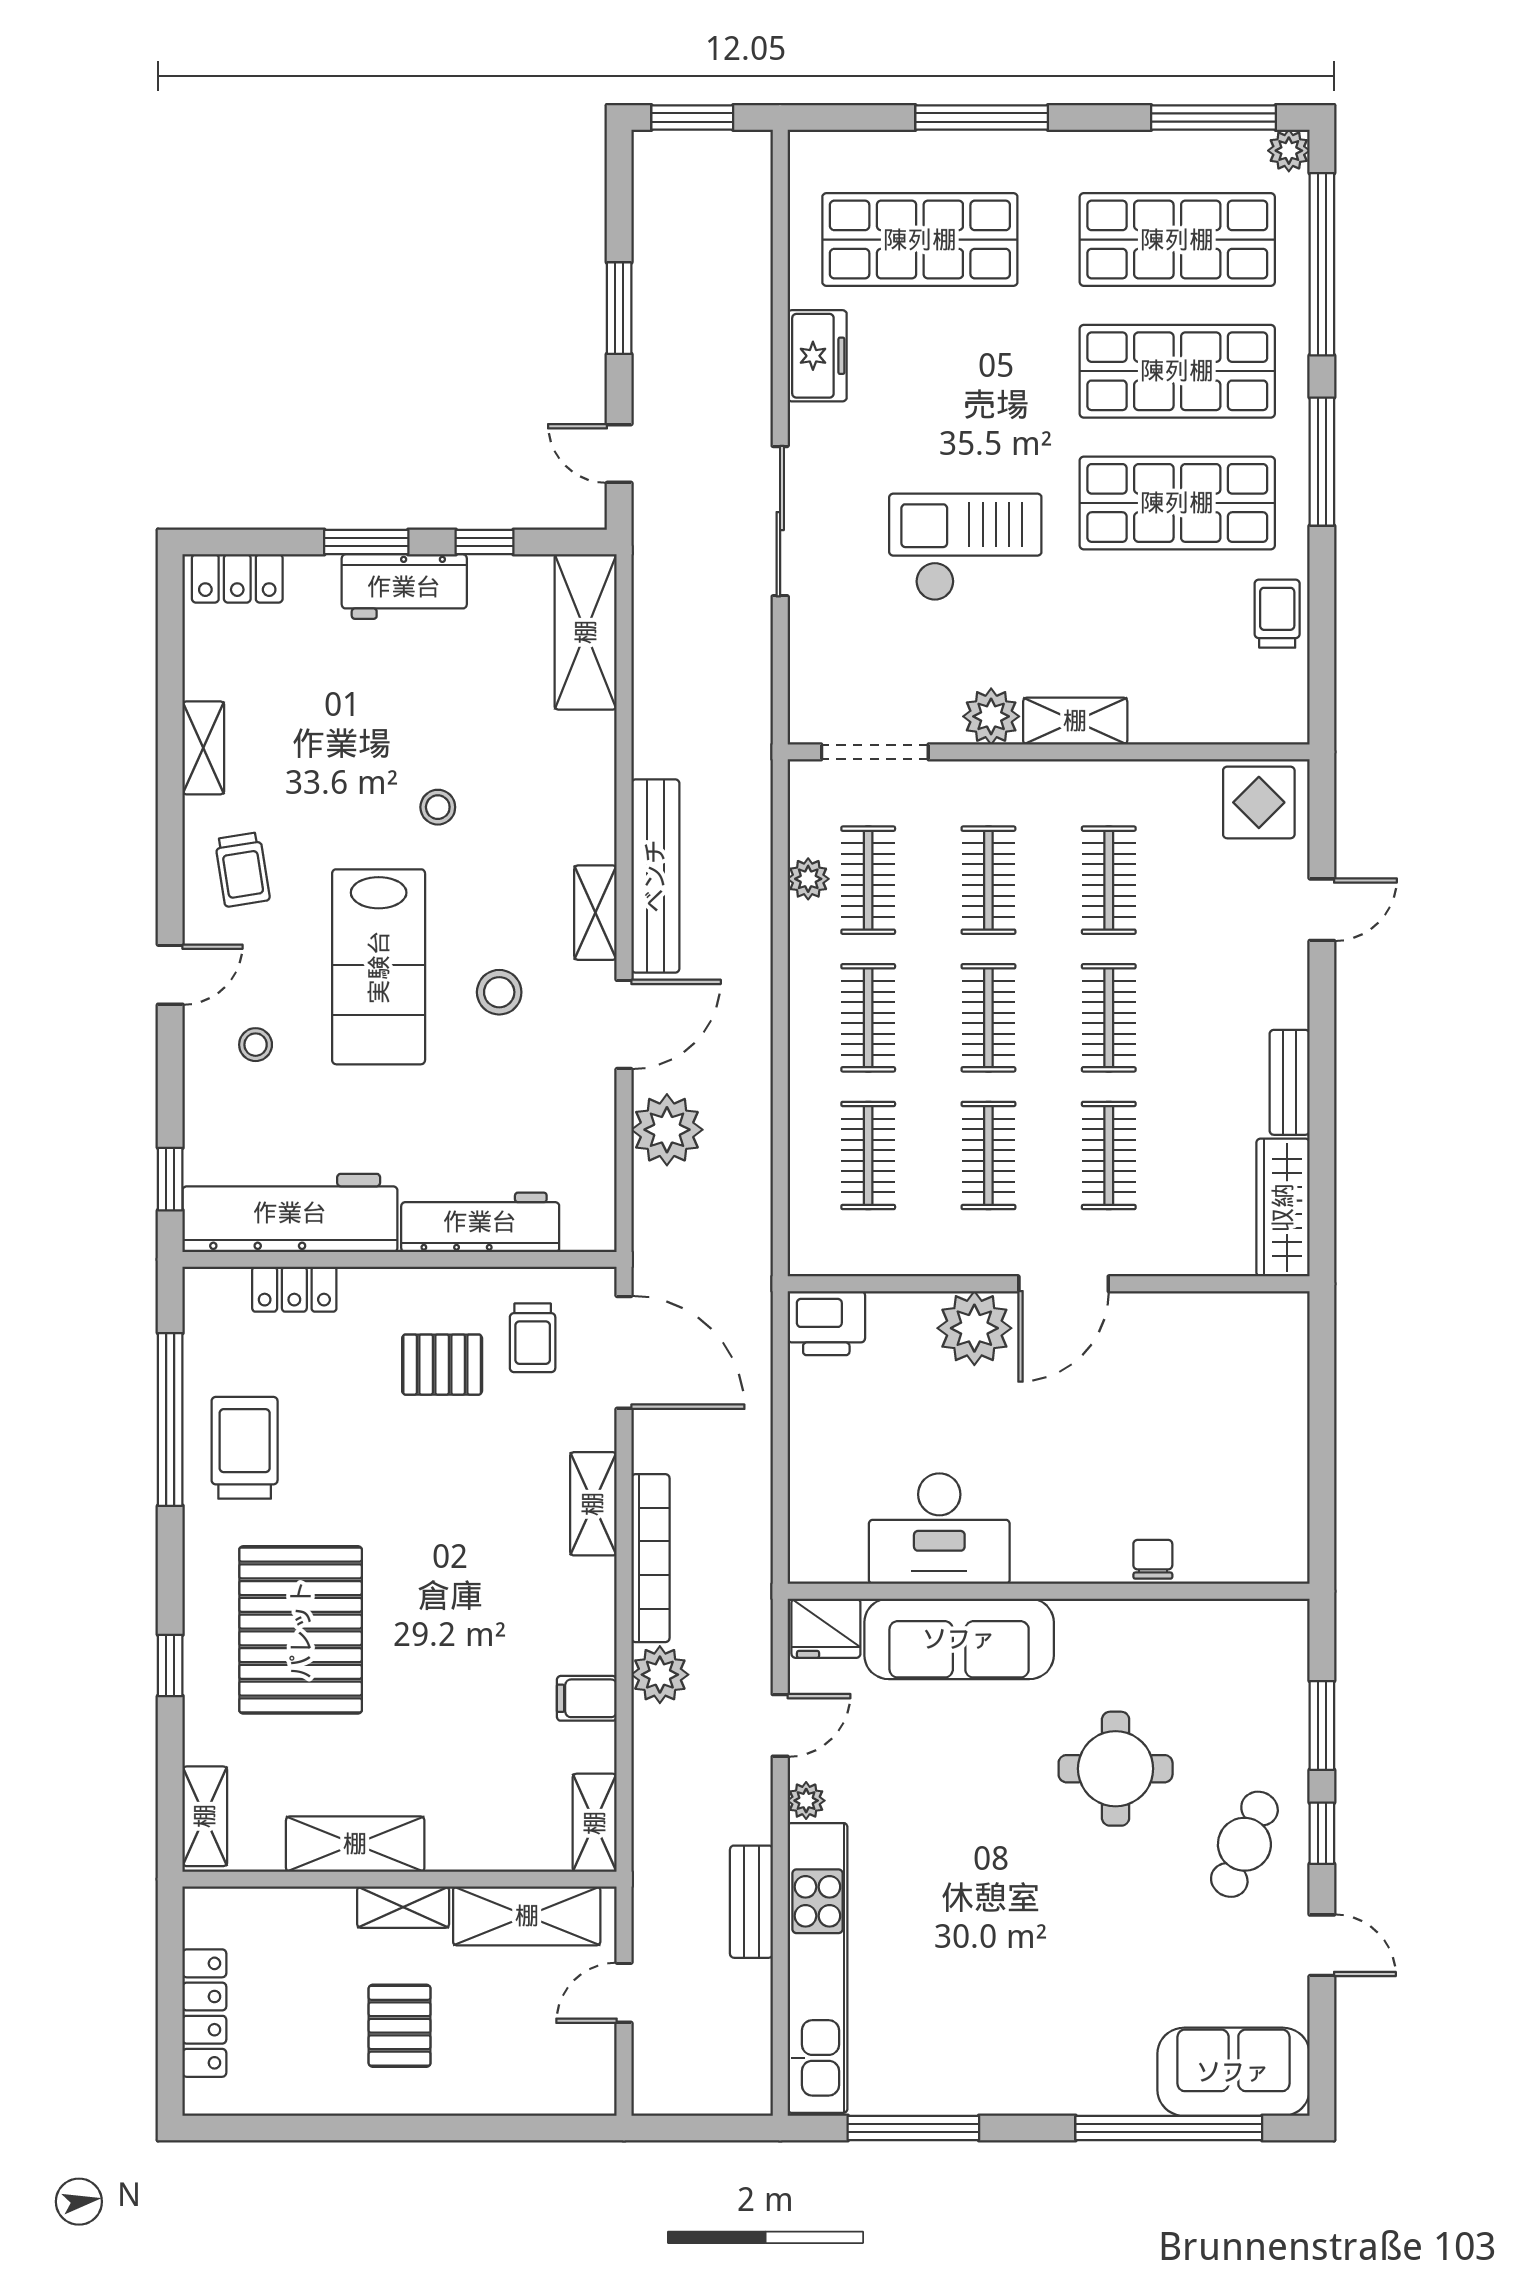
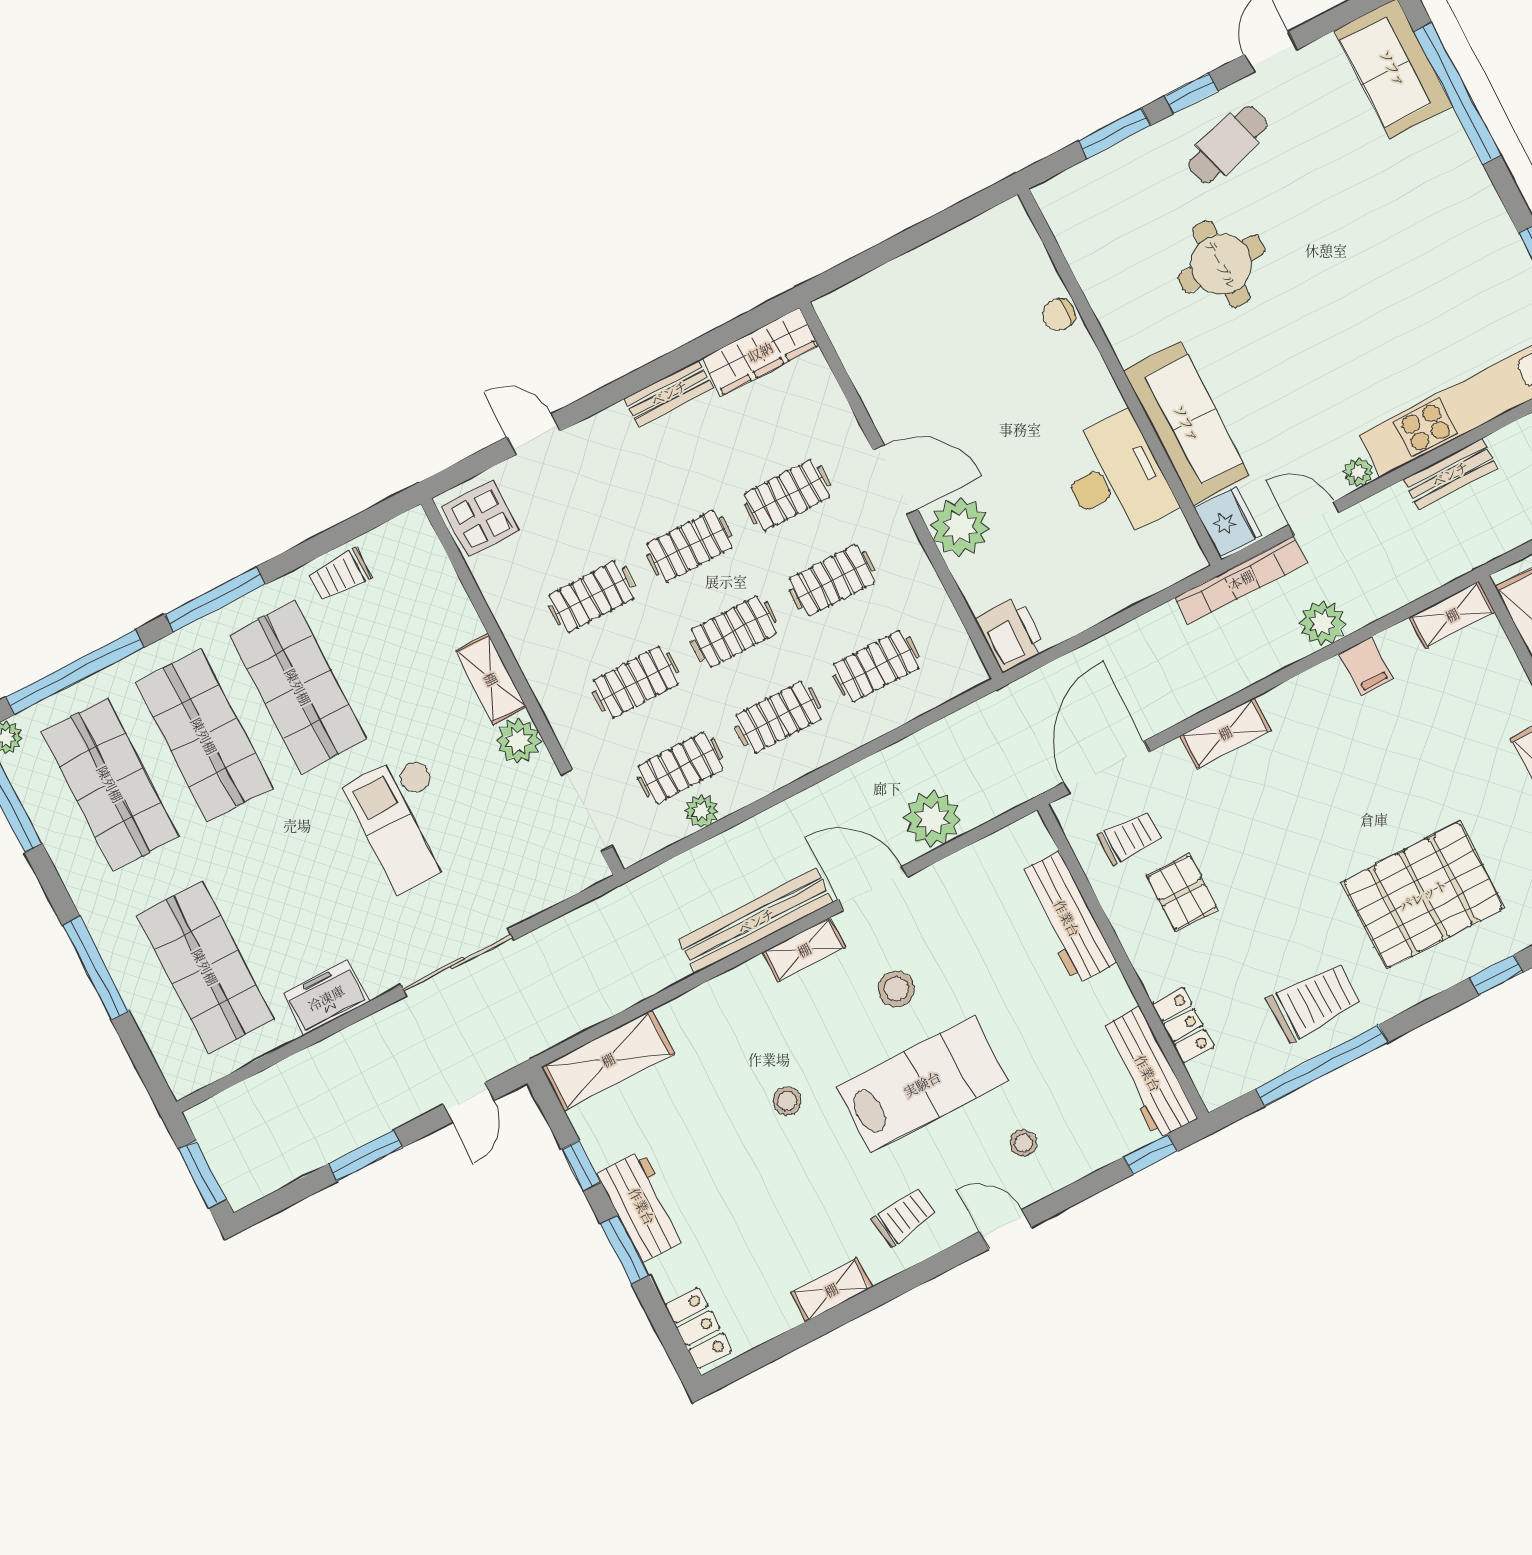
workbench: (290, 1213) -> (1148, 1073), width x0.73, depth x0.76
trolley: (245, 1448) -> (1314, 1002), turned 180
bookcase: (650, 1558) -> (1241, 580), moved, turned 180
cafe table: (1244, 1844) -> (1228, 144), turned -40

